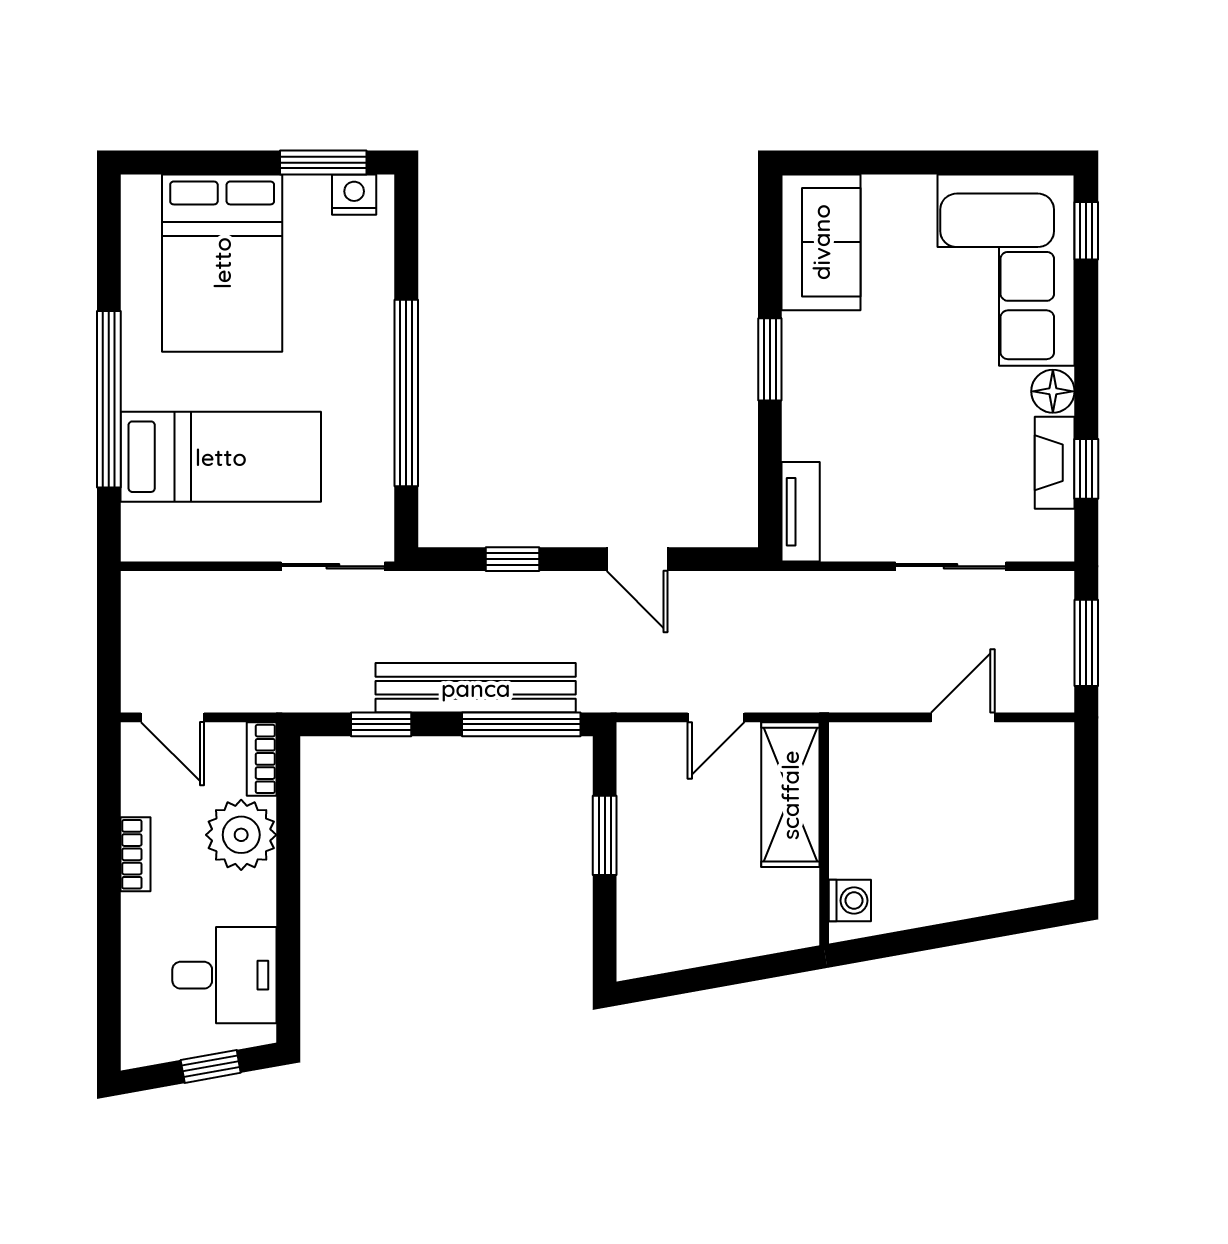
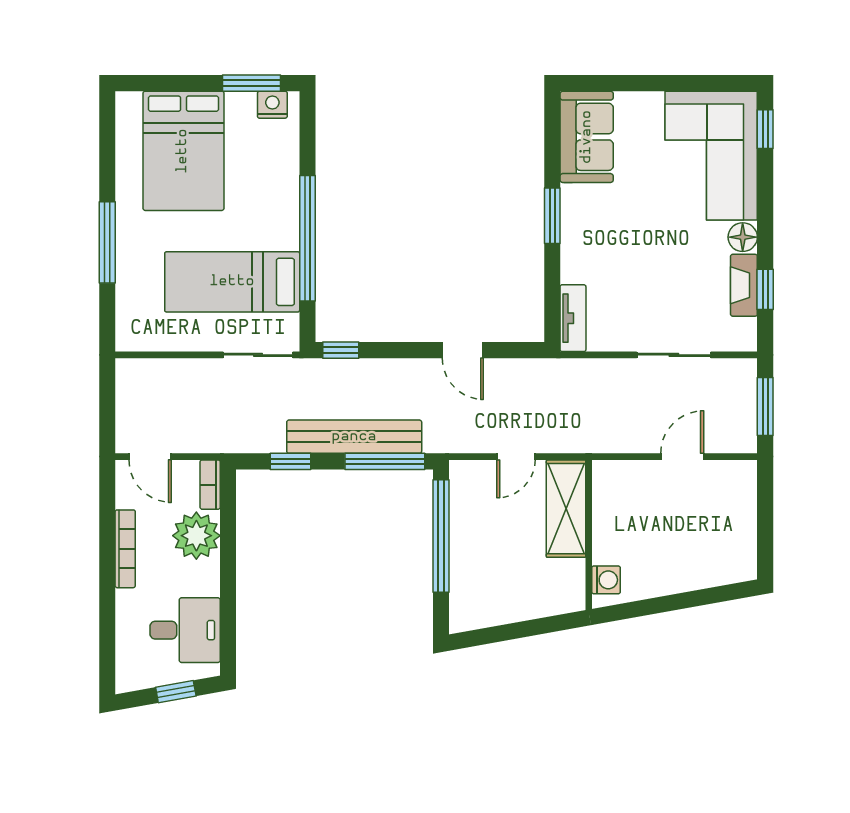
window: (109, 399) -> (107, 242), width x0.68
bed: (221, 457) -> (232, 282), moved, turned 180
window: (512, 559) -> (341, 350), moved
window: (605, 835) -> (441, 536), width x2.11
bookcase: (135, 854) -> (125, 549), width x1.56

